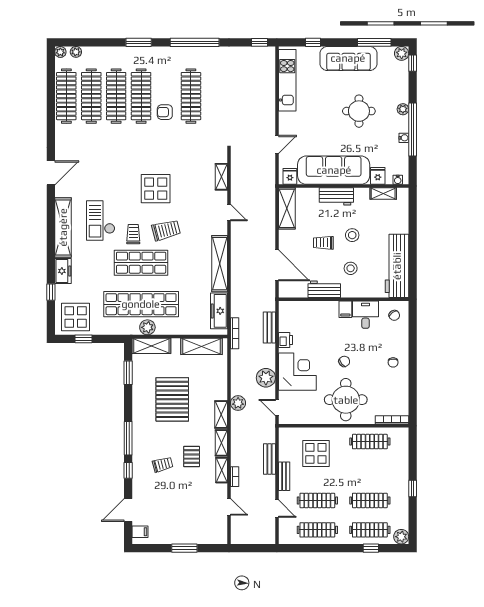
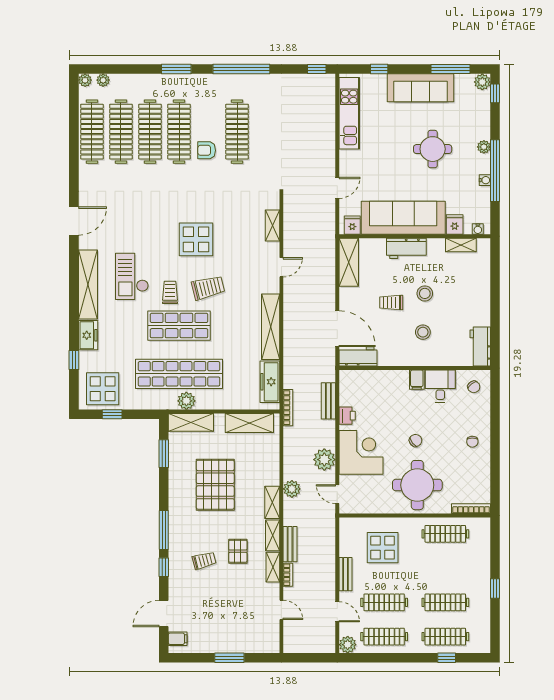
door: (229, 213) -> (281, 267), hinge flipped
workbench: (397, 266) -> (480, 347), width x0.53, depth x0.76
workbench: (324, 289) -> (358, 356), moved
bench: (270, 459) -> (290, 544), moved
plant: (401, 537) -> (348, 645), moved

